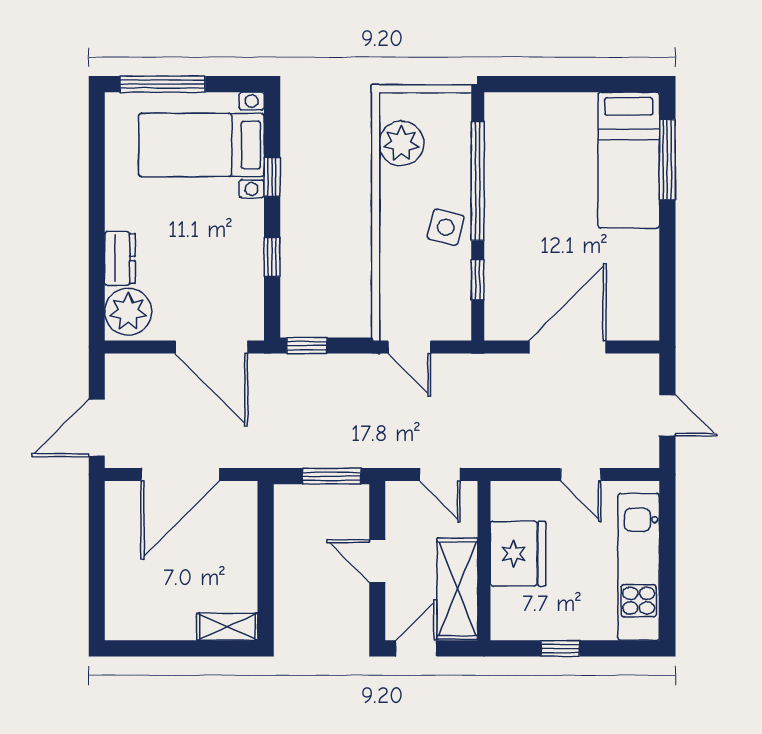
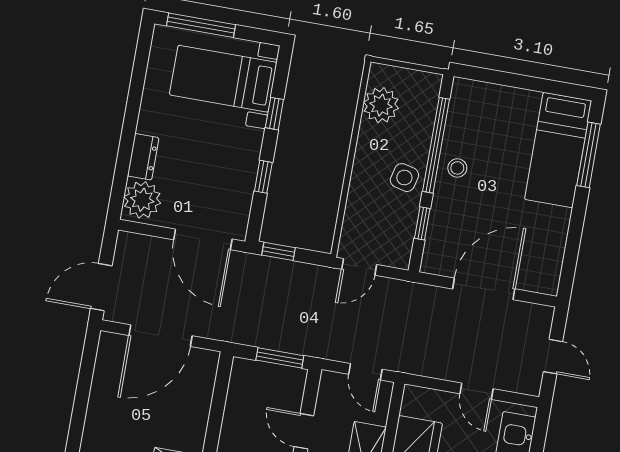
stool: (509, 204) -> (457, 168), added
door: (409, 347) -> (359, 267), hinge flipped

